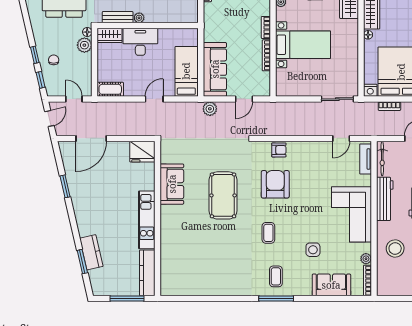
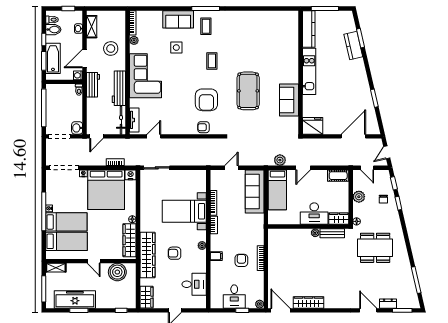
plant: (84, 45) -> (359, 197), moved
plant: (210, 109) -> (280, 160), moved
sofa: (331, 285) -> (178, 19), moved

